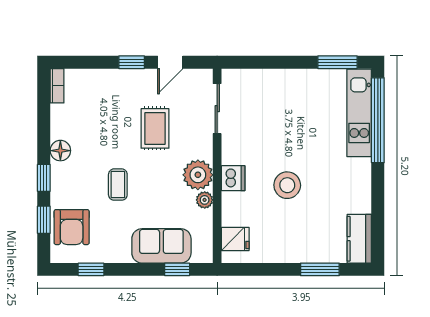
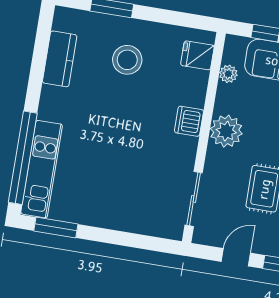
stool: (287, 185) -> (127, 60), moved
plant: (205, 200) -> (228, 74), moved
kitchen counter: (359, 239) -> (60, 59), moved

